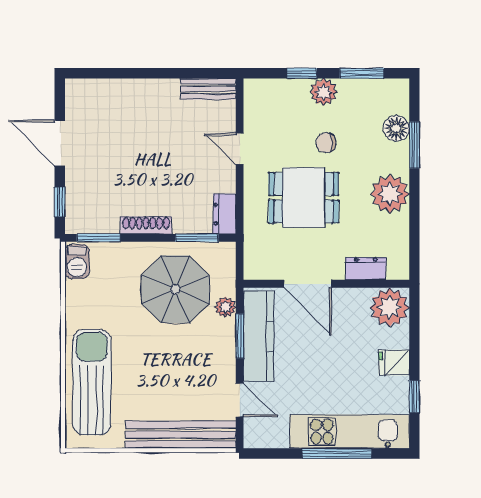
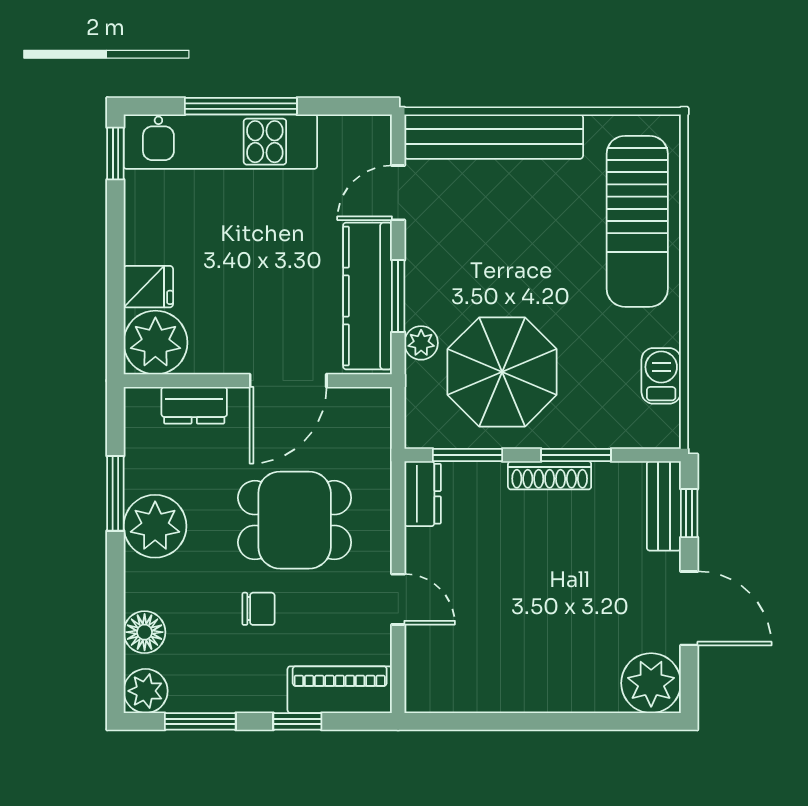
bench: (208, 89) -> (664, 506), moved, turned 90
plant: (324, 92) -> (146, 691), moved
piano: (276, 93) -> (340, 690), added
plant: (83, 97) -> (651, 683), added
window: (414, 145) -> (115, 493), moved
window: (98, 238) -> (576, 455), moved
barbecue: (77, 262) -> (661, 376), moved
door: (308, 284) -> (288, 381), swing flipped
fridge: (394, 363) -> (148, 287), moved
window: (414, 396) -> (115, 154), moved
door: (240, 400) -> (398, 193), hinge flipped

